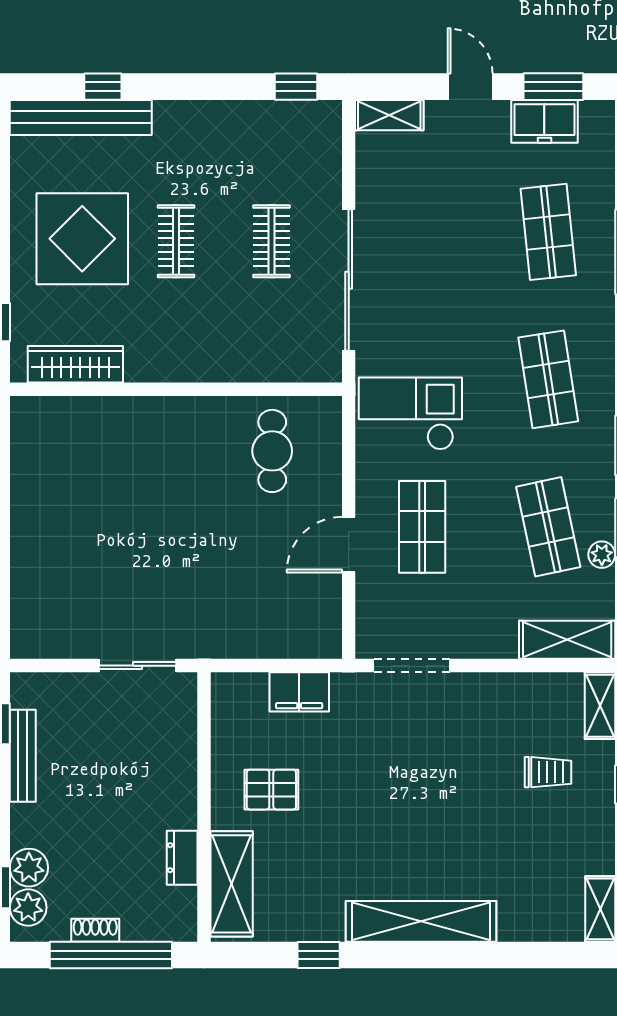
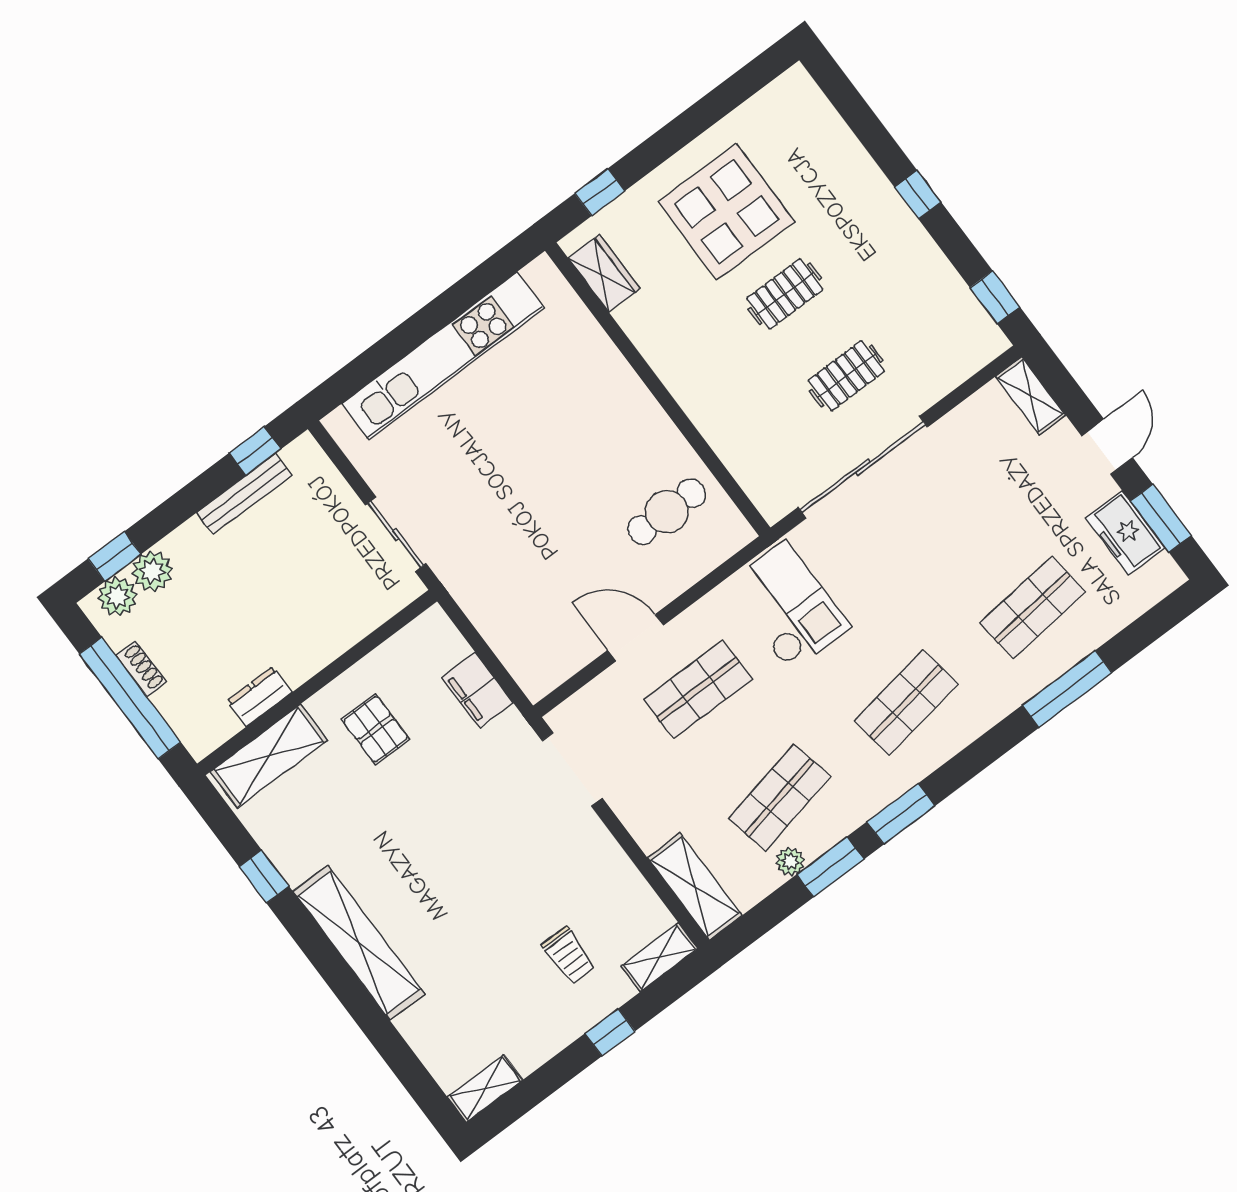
window: (103, 87) -> (918, 195), moved
bench: (81, 117) -> (830, 132), removed
wardrobe: (75, 364) -> (604, 273), width x0.67
kitchen unit: (31, 531) -> (443, 356), added

